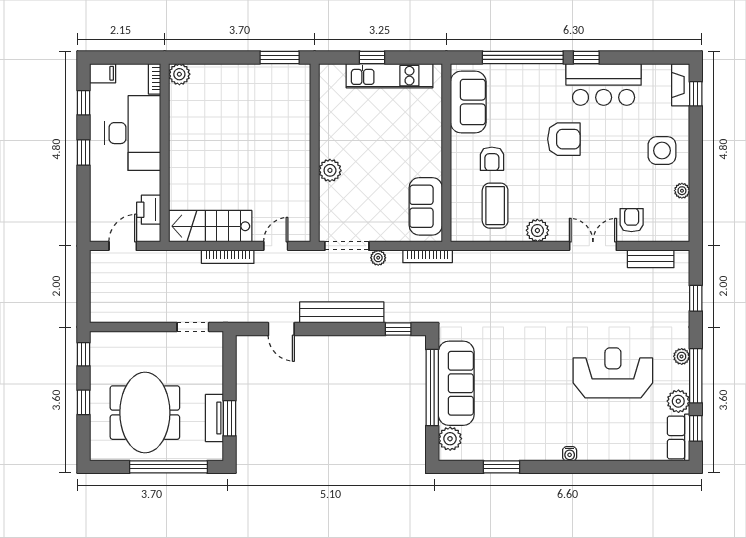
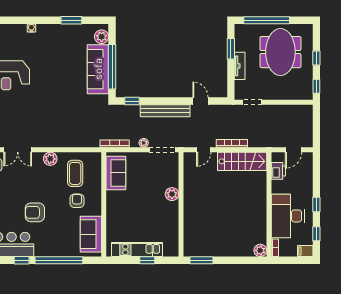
tv unit: (214, 418) -> (240, 66), moved

